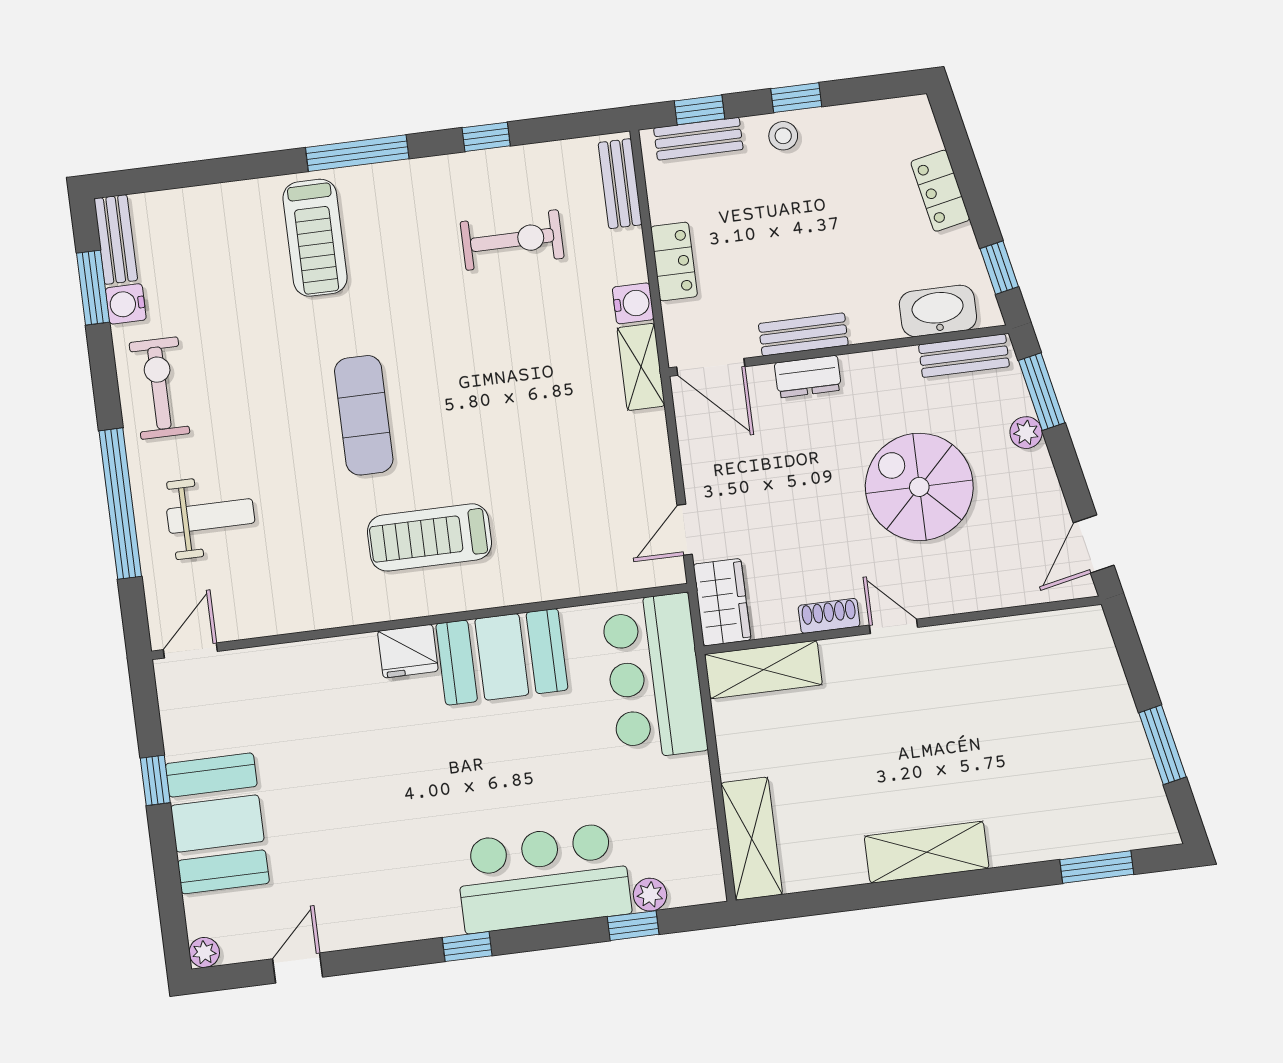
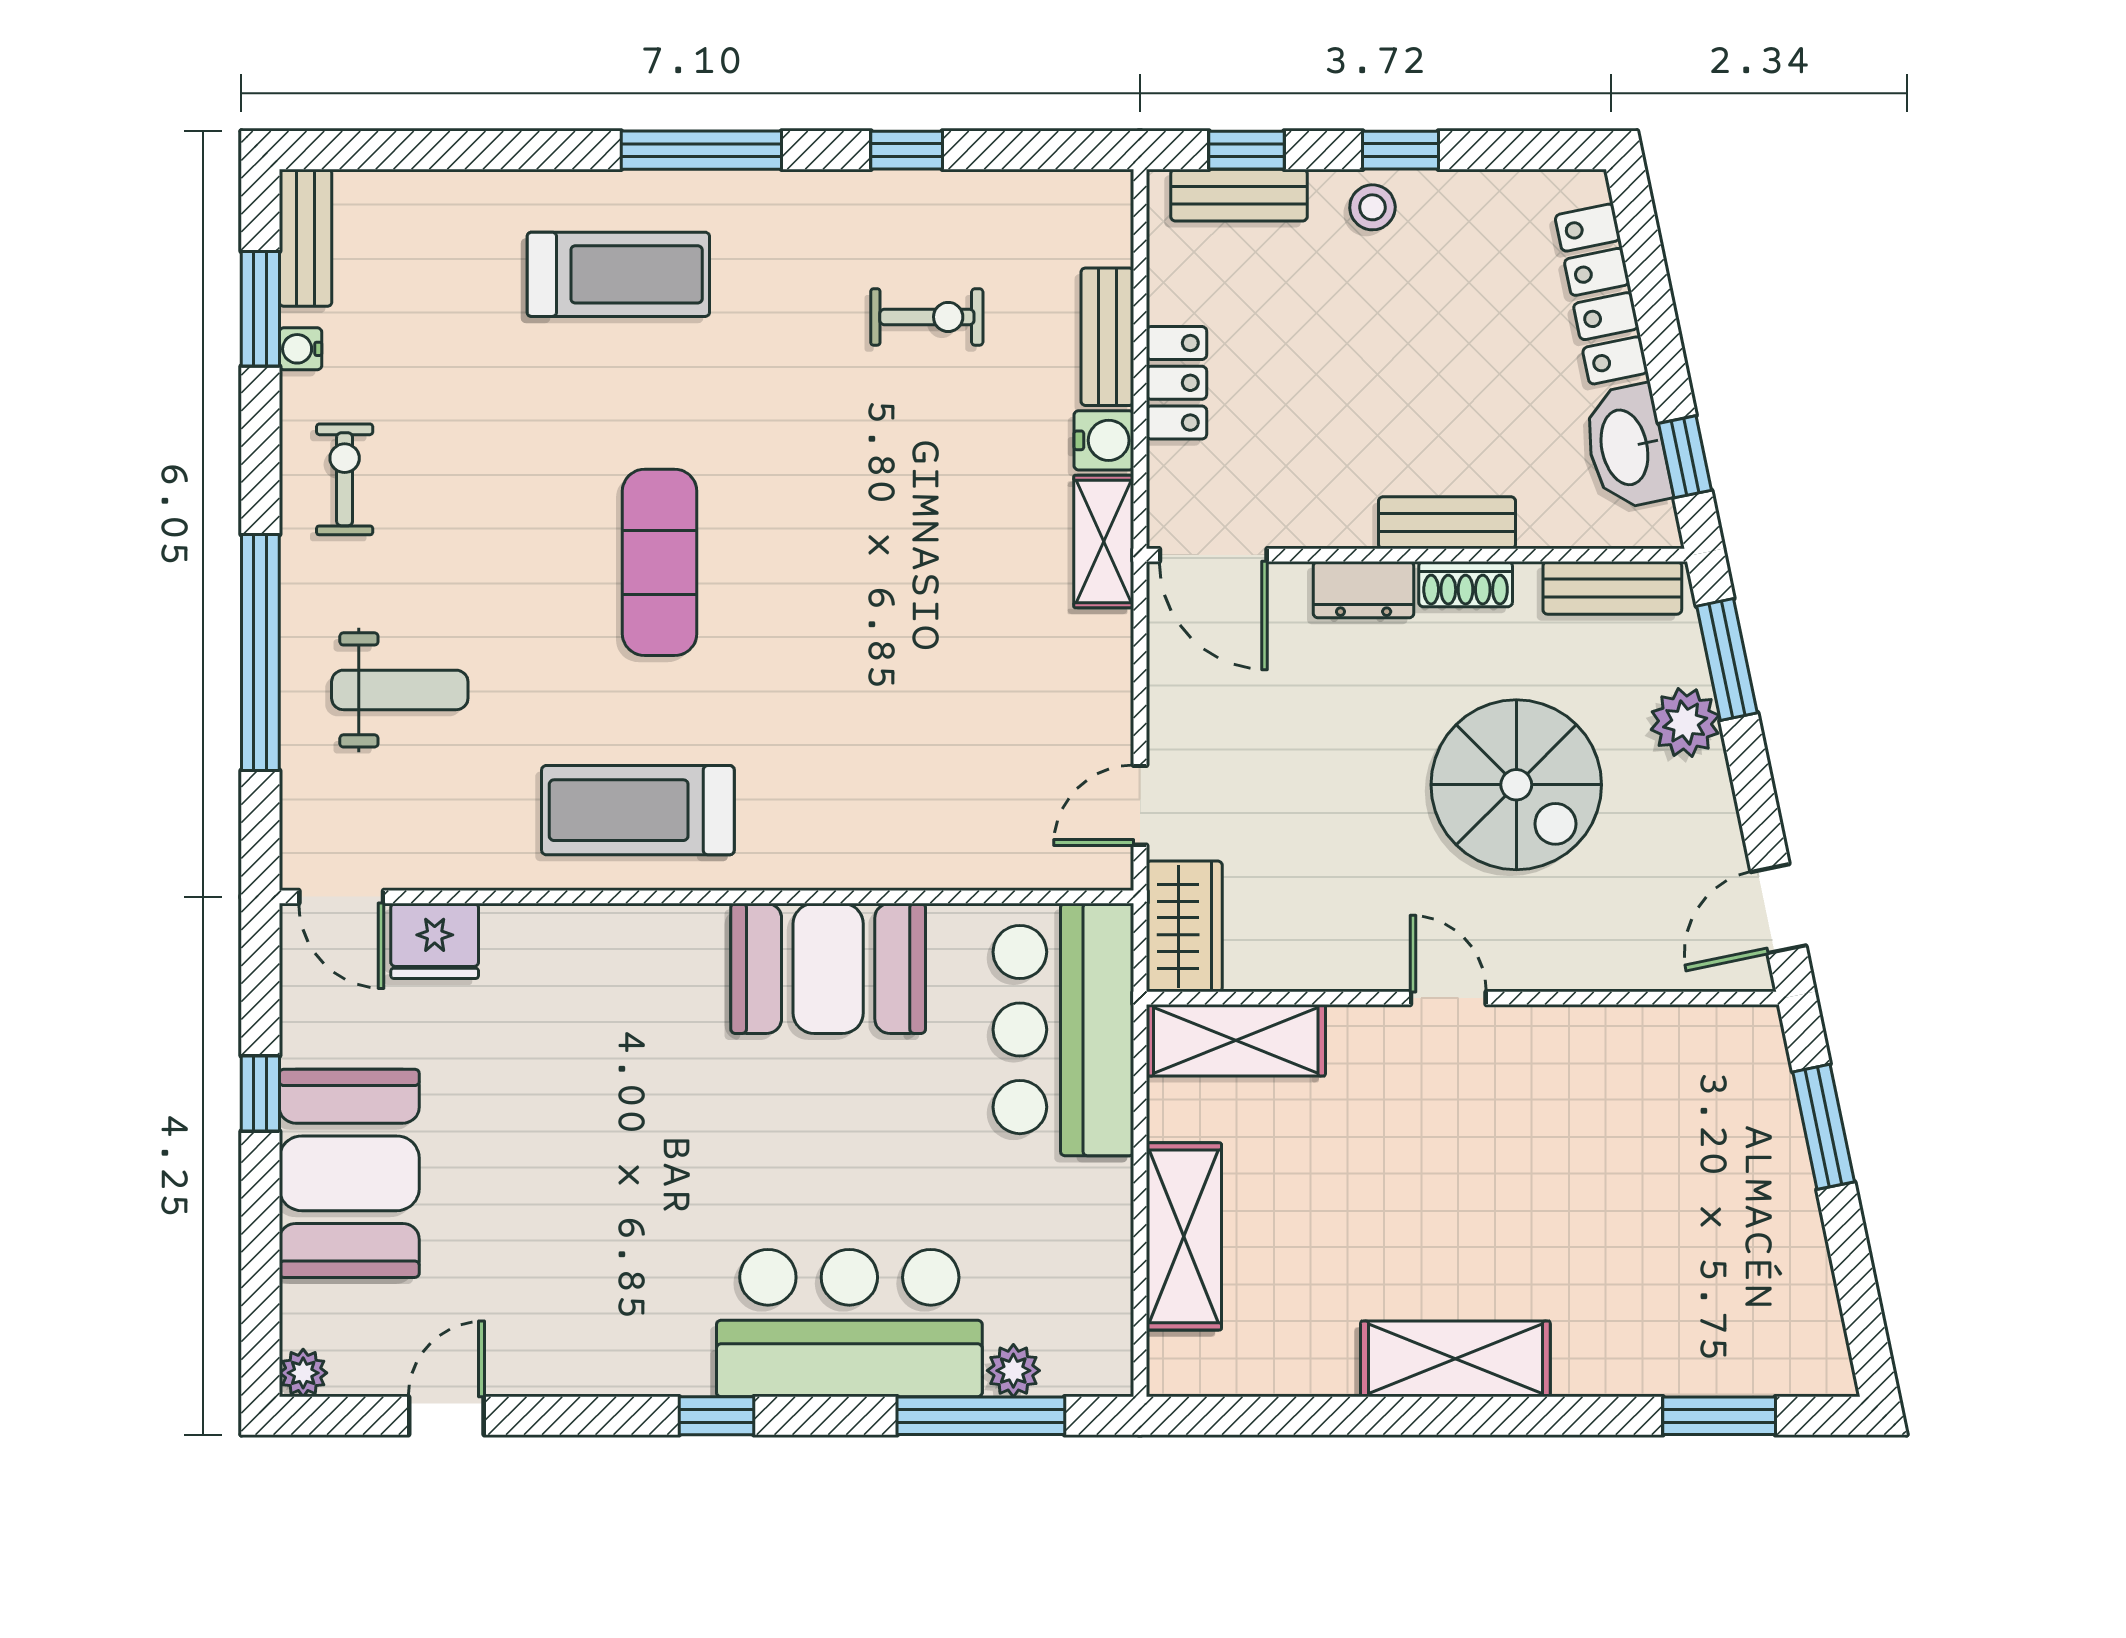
bench: (620, 184) -> (1107, 337), moved
locker: (940, 191) -> (1601, 294), width x1.53
treadmill: (315, 238) -> (618, 274), turned -90
exercise bike: (512, 240) -> (927, 317), width x0.73, depth x0.72
water cooler: (126, 304) -> (300, 349), width x0.72, depth x0.72
washbasin: (938, 311) -> (1627, 447), moved, turned -102
bench: (803, 334) -> (1447, 523), moved
exercise bike: (159, 388) -> (345, 479), width x0.73, depth x0.72
plant: (1026, 433) -> (1685, 723), width x1.38, depth x1.38
spiral stairs: (919, 487) -> (1516, 785), turned 180
treadmill: (429, 537) -> (638, 810), moved
shoe rack: (829, 616) -> (1466, 584), moved, turned 180
door: (190, 651) -> (341, 897), swing flipped
fridge: (408, 651) -> (435, 941), moved
window: (1162, 745) -> (1824, 1127), moved
shelving: (752, 839) -> (1184, 1236), moved
window: (633, 926) -> (981, 1416), width x2.17

